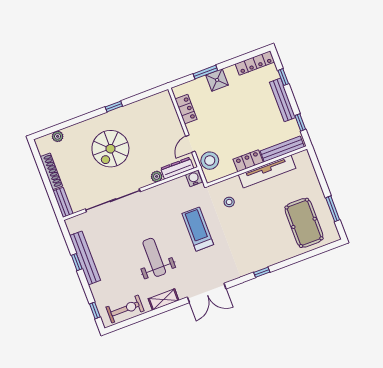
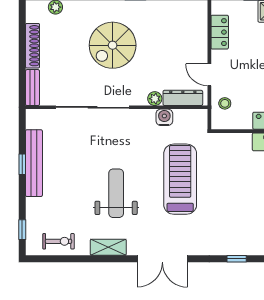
door: (190, 144) -> (209, 75), hinge flipped
stool: (210, 161) -> (225, 103), width x0.53, depth x0.53
water cooler: (194, 178) -> (164, 117), moved
stool: (229, 202) -> (229, 161), removed
treadmill: (198, 229) -> (180, 179), width x1.37, depth x1.38
exercise bike: (125, 309) -> (59, 241), width x0.73, depth x0.72

